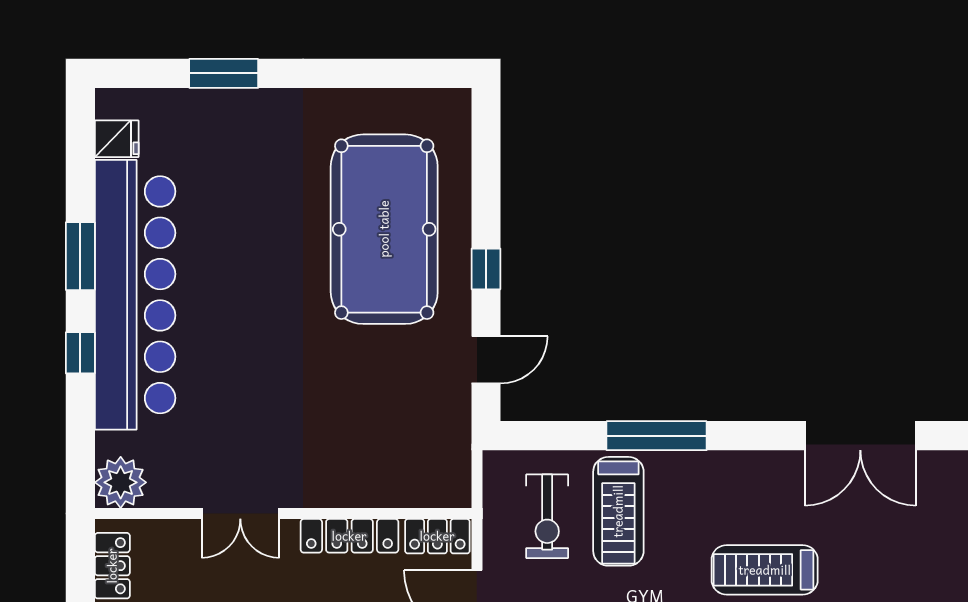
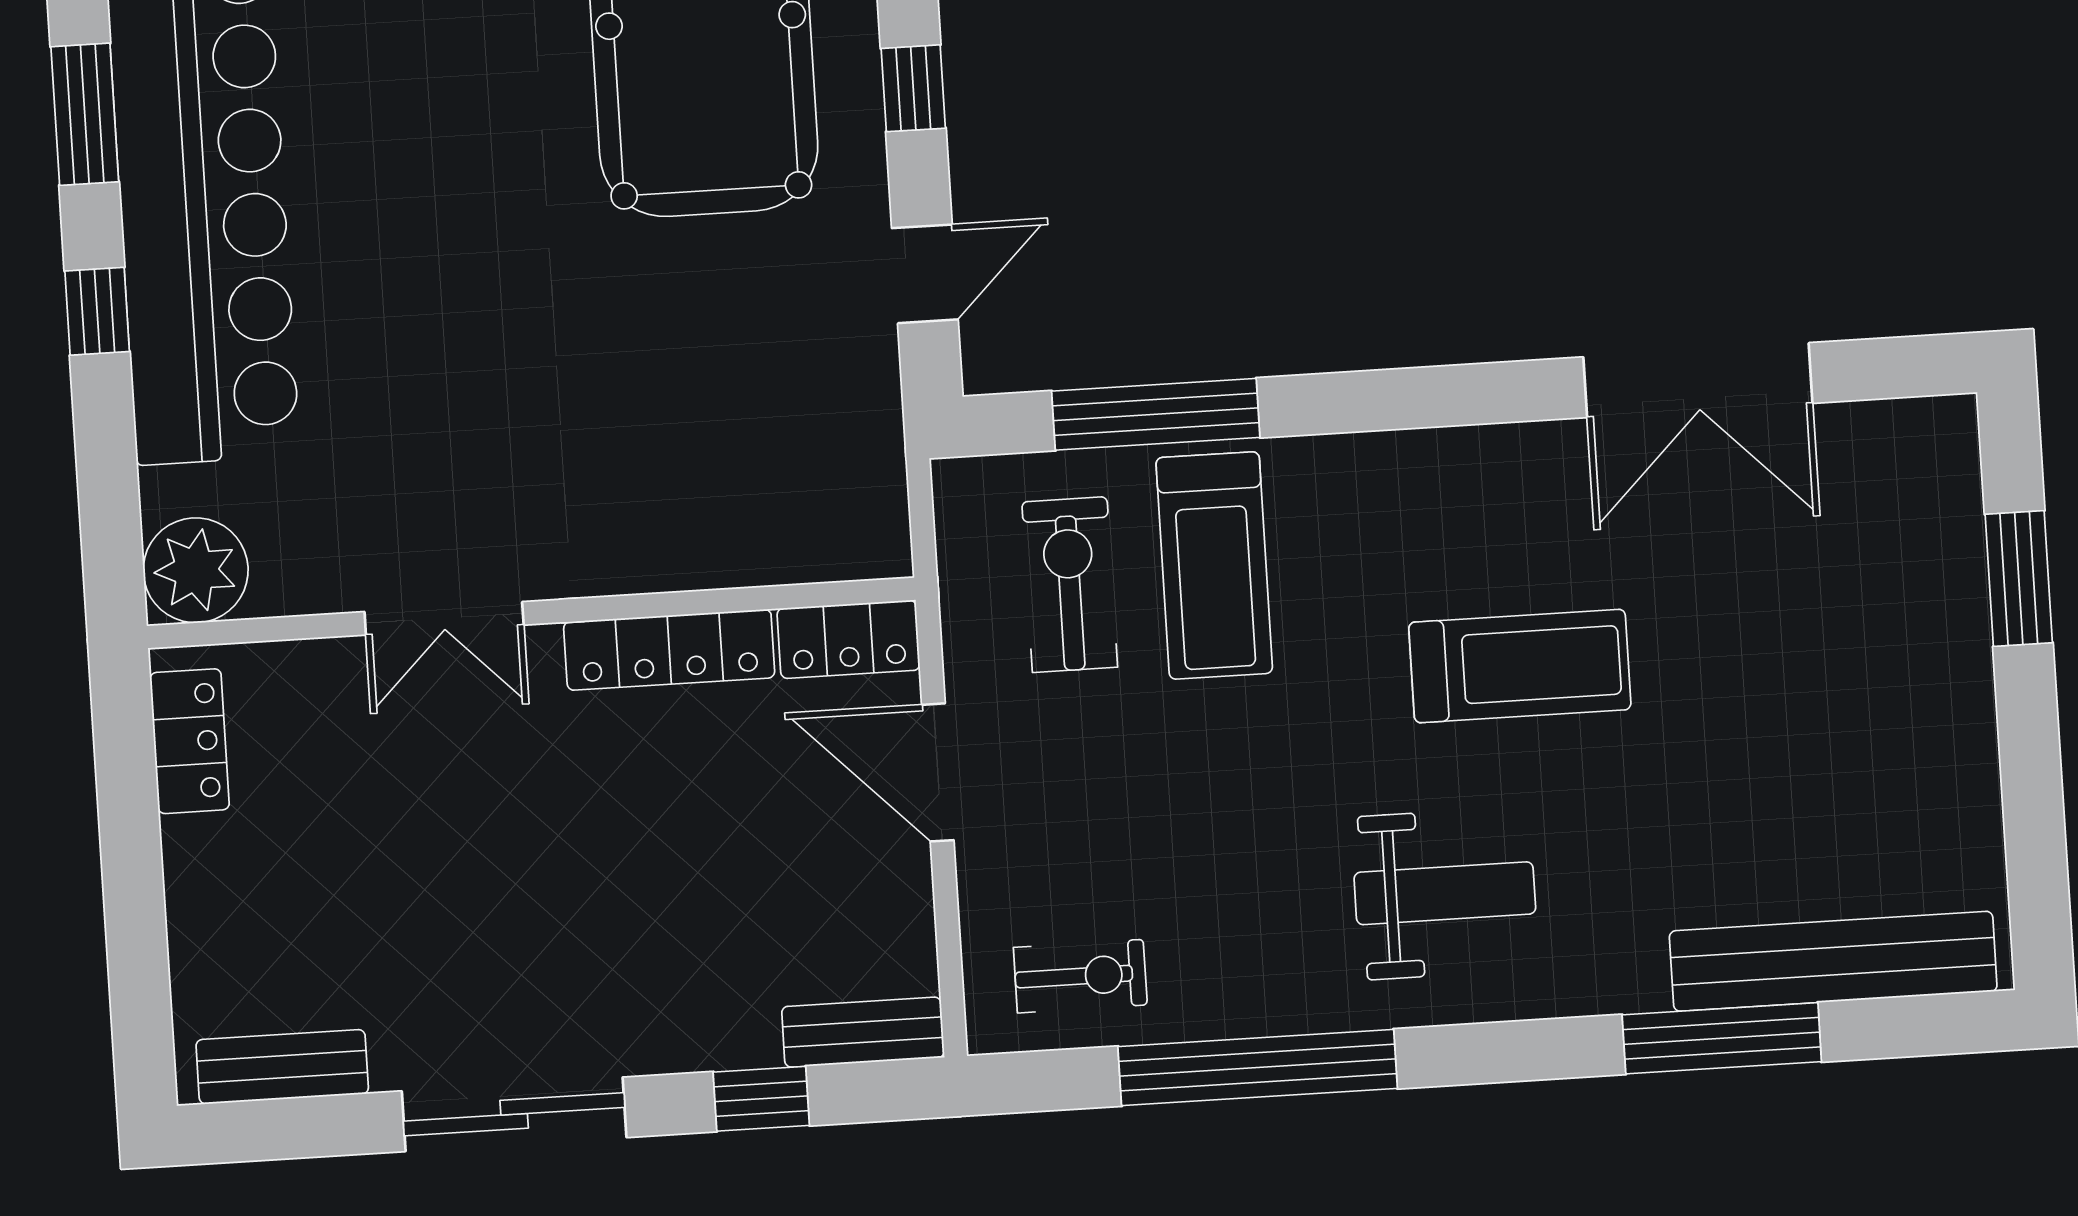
window: (657, 436) -> (1156, 414), moved
exercise bike: (547, 516) -> (1070, 585), turned 180
treadmill: (765, 570) -> (1520, 666), turned 180

